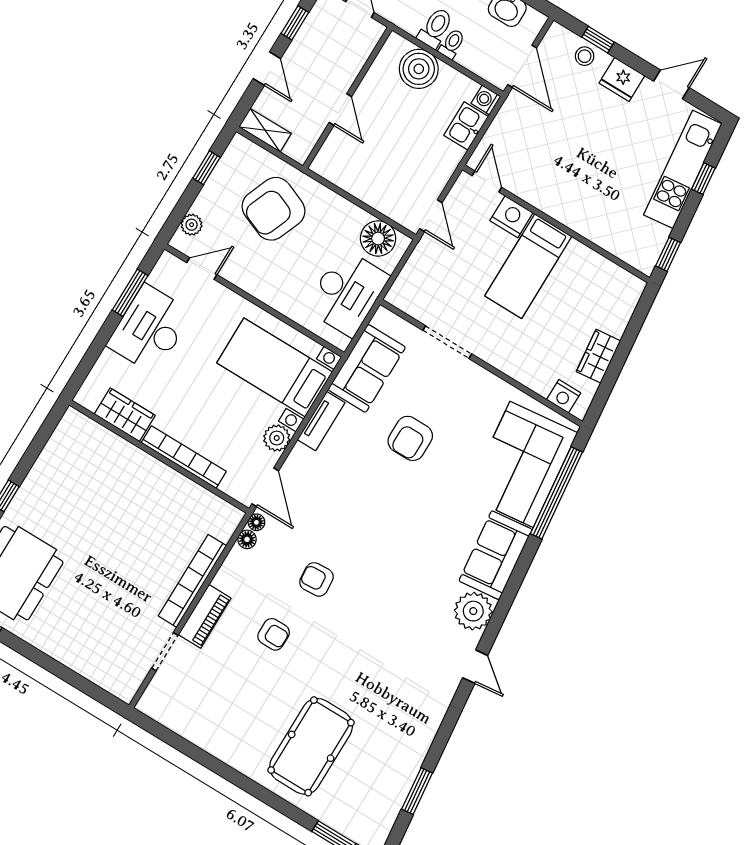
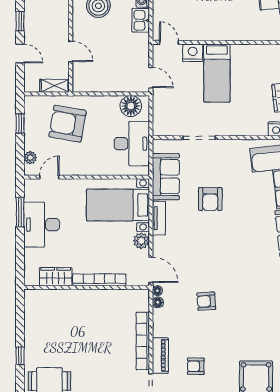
shelving: (265, 130) -> (55, 86), moved
armchair: (274, 209) -> (68, 124), turned 78
armchair: (274, 634) -> (196, 366), moved, turned 180

